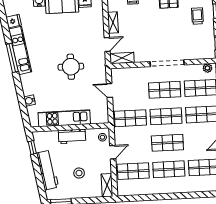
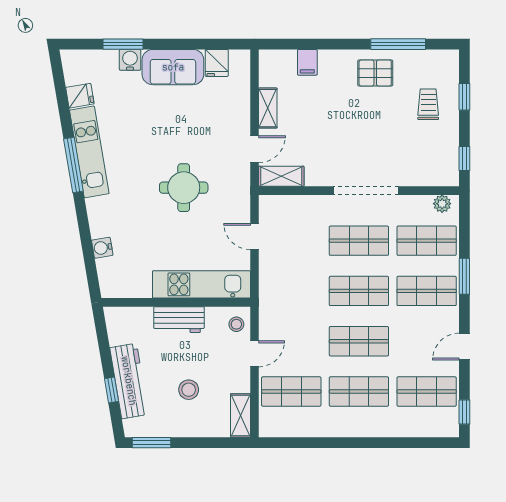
kitchen unit: (64, 118) -> (201, 284), moved
shop shelf: (130, 118) -> (291, 291), removed
window: (32, 148) -> (111, 390), moved

